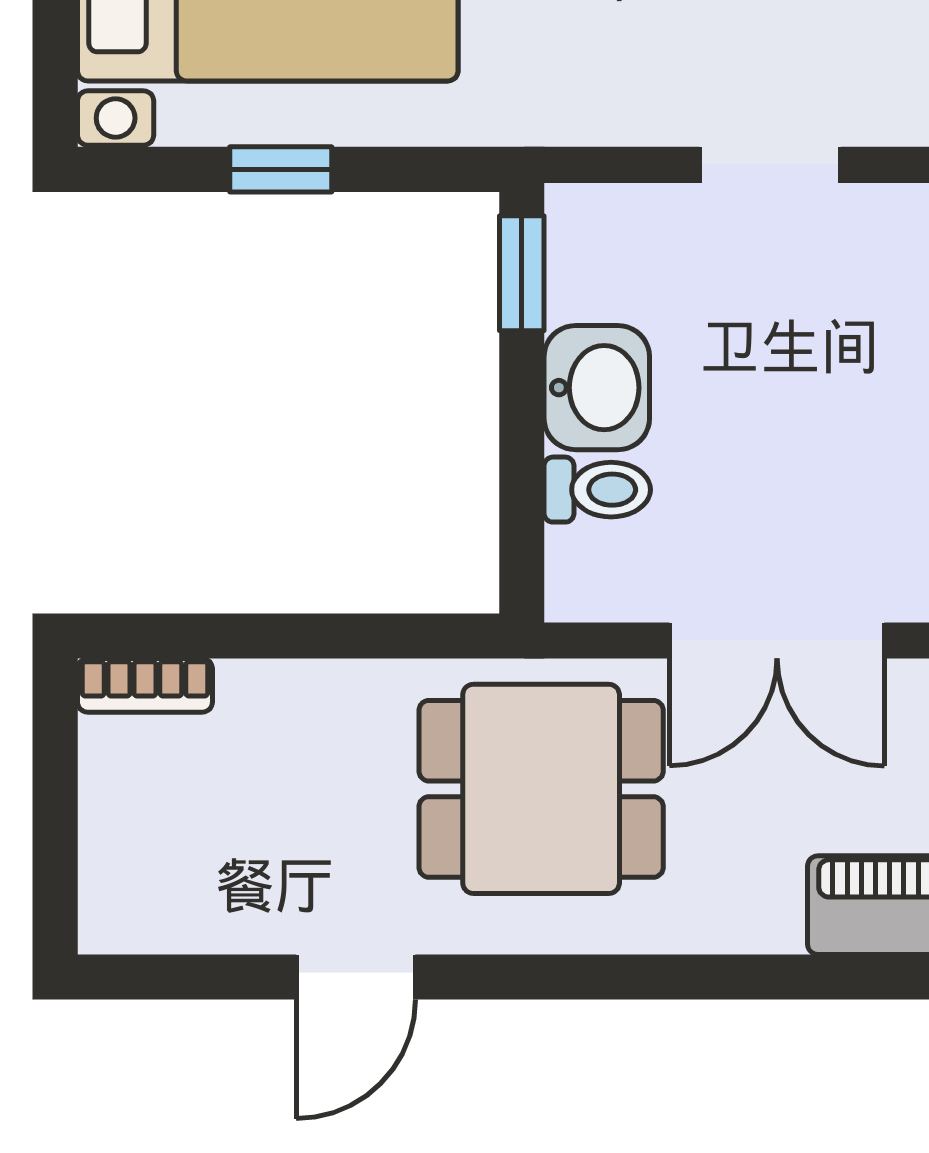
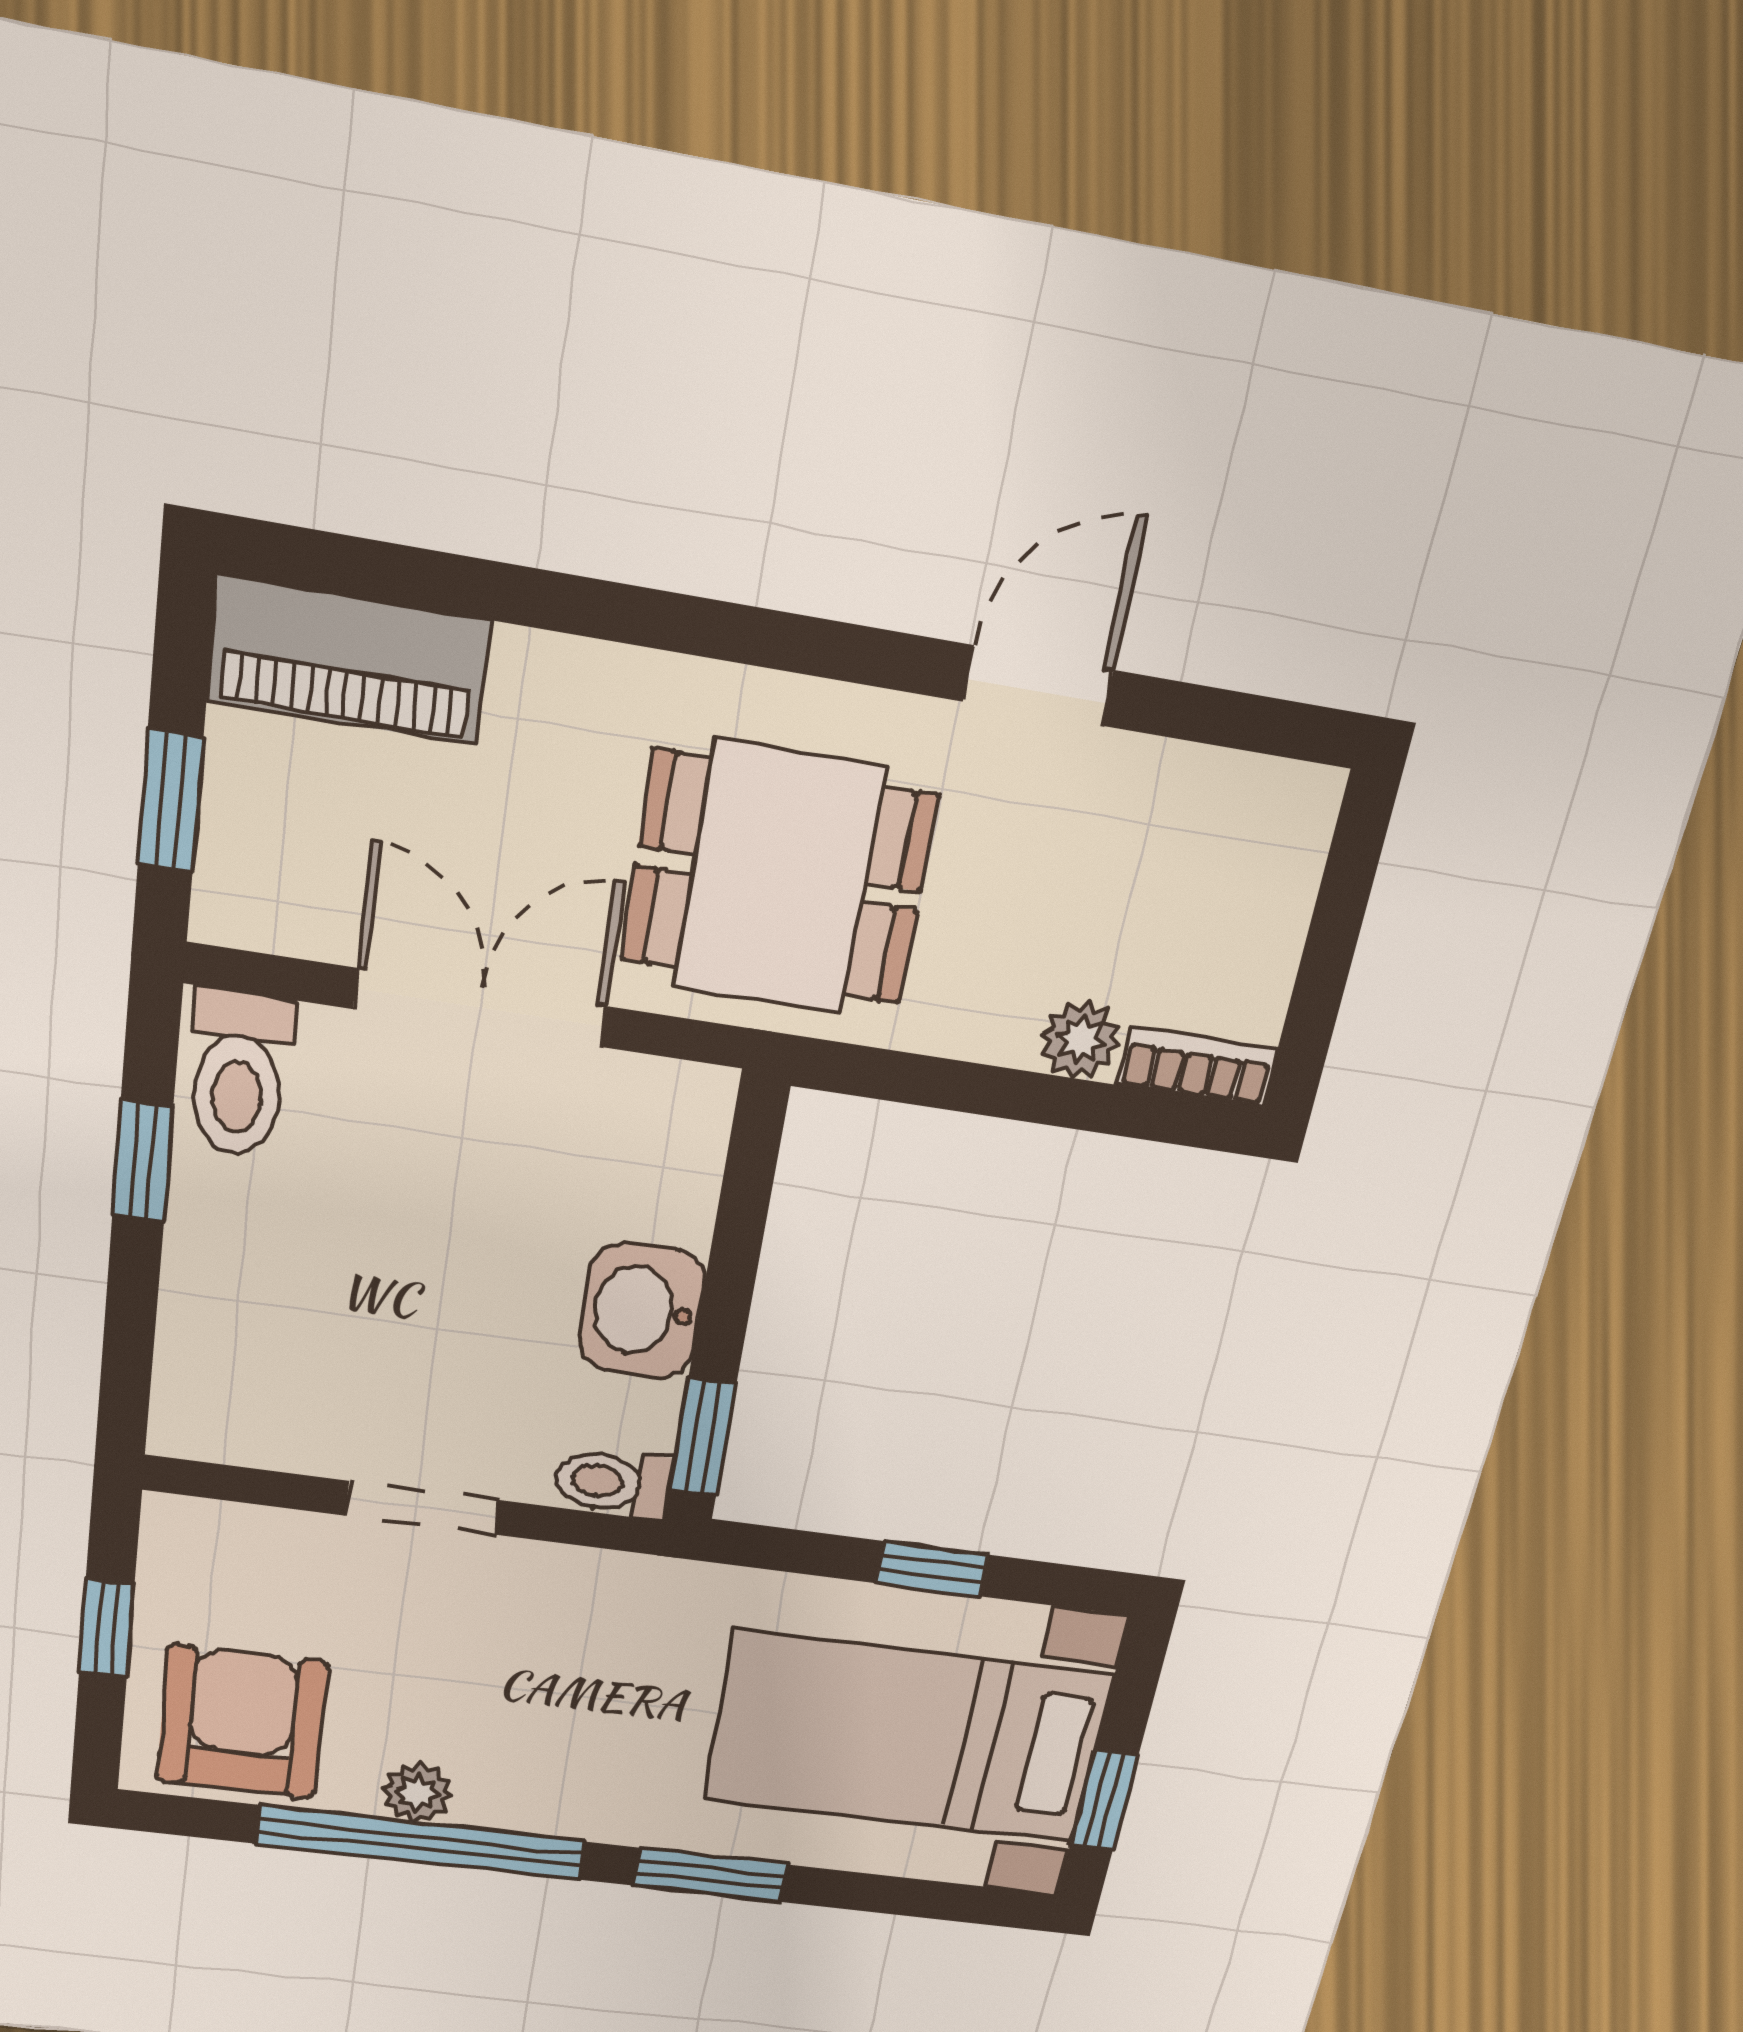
toilet: (597, 490) -> (613, 1483), moved
plant: (254, 693) -> (1080, 1040), added

